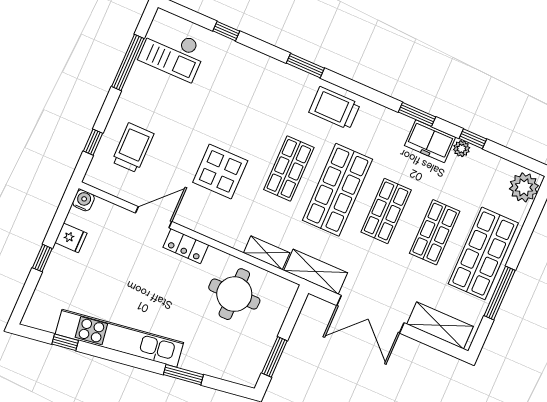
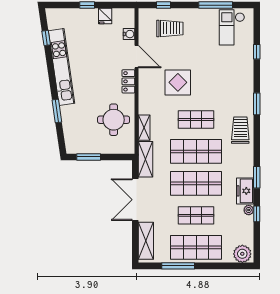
water cooler: (84, 200) -> (129, 34), moved
shop shelf: (386, 211) -> (196, 183), width x1.43, depth x1.36

